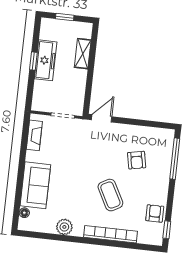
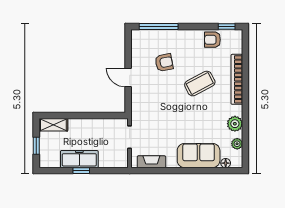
shelving: (83, 54) -> (53, 125), moved
door: (102, 118) -> (128, 78), moved
plant: (43, 227) -> (237, 144), added

